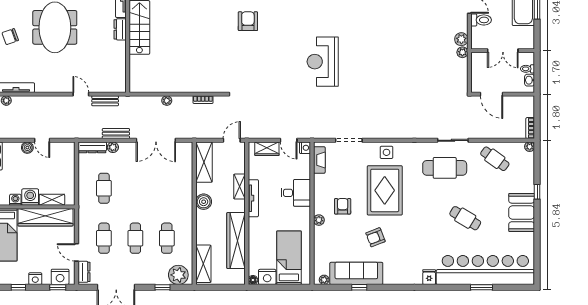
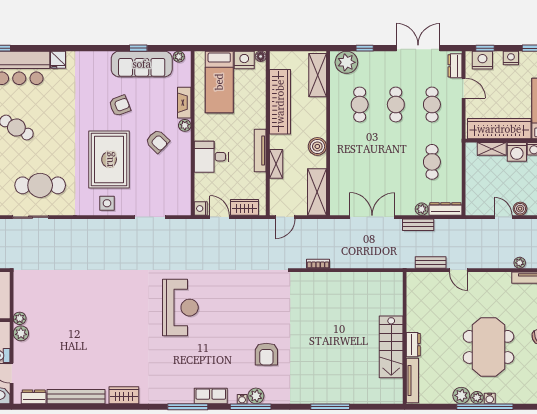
plant: (167, 101) -> (520, 263), moved
fireplace: (319, 160) -> (184, 103), moved
armchair: (343, 206) -> (157, 141), turned -46

